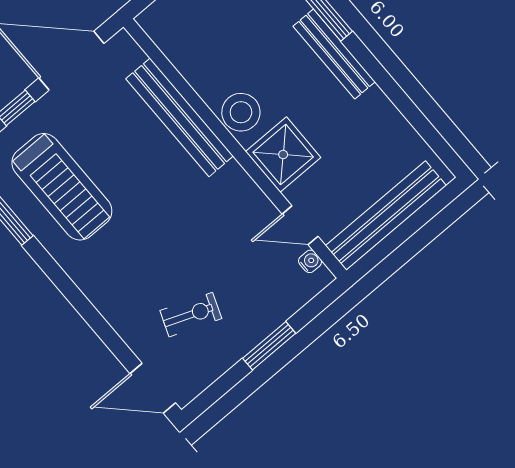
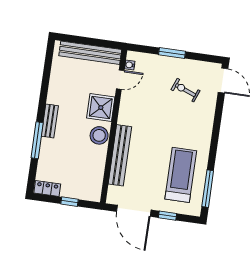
bench: (334, 54) -> (50, 121), width x0.73
door: (300, 225) -> (120, 80), hinge flipped

